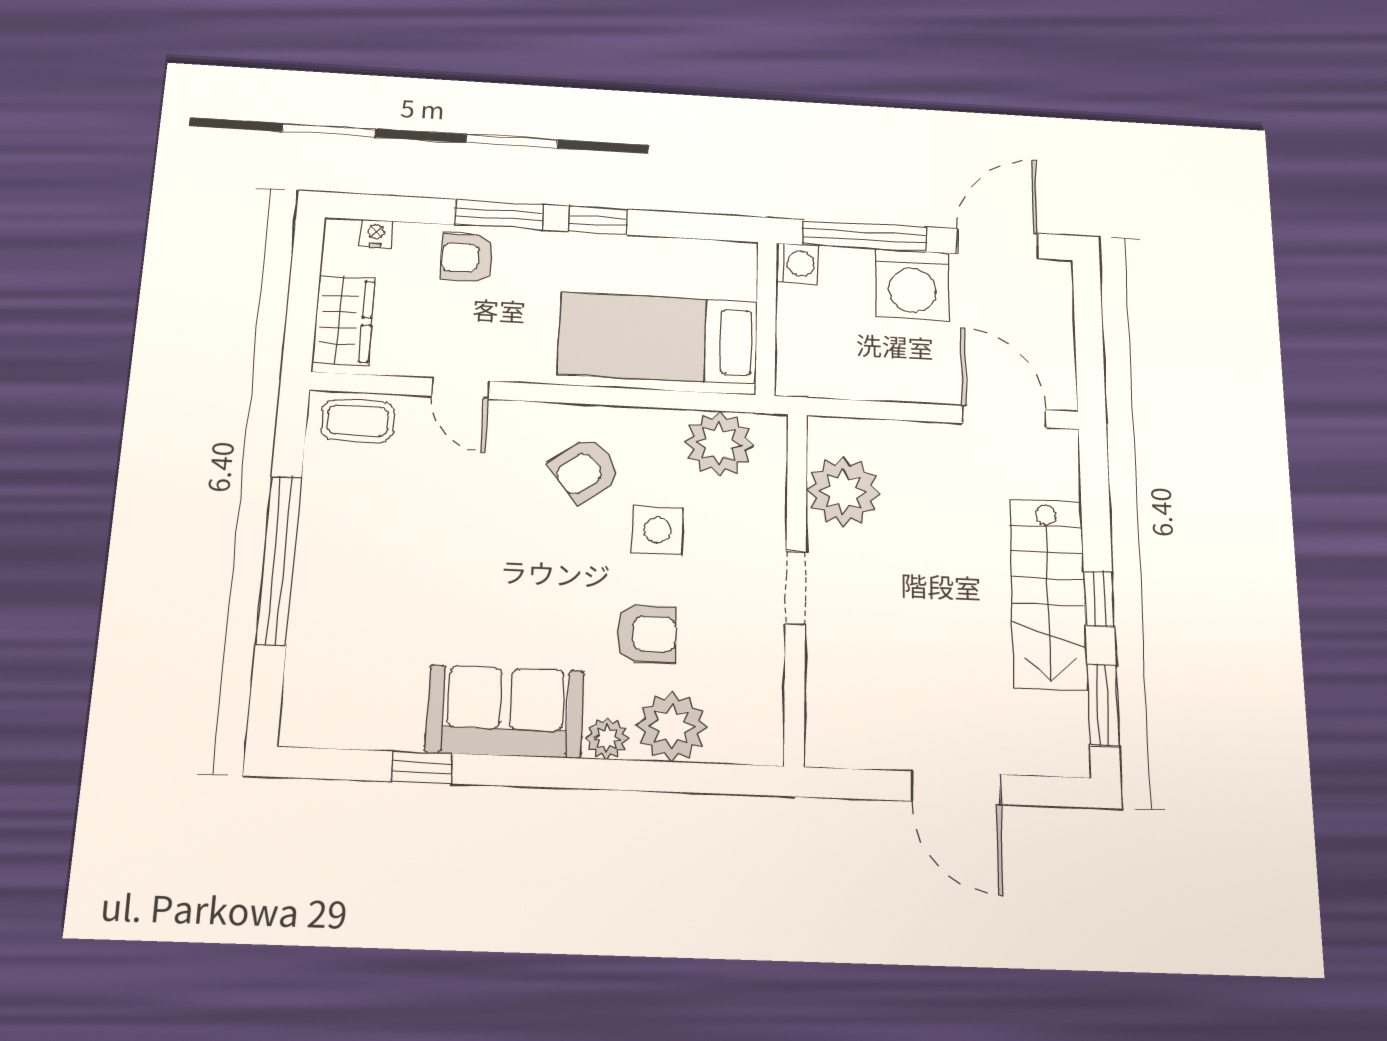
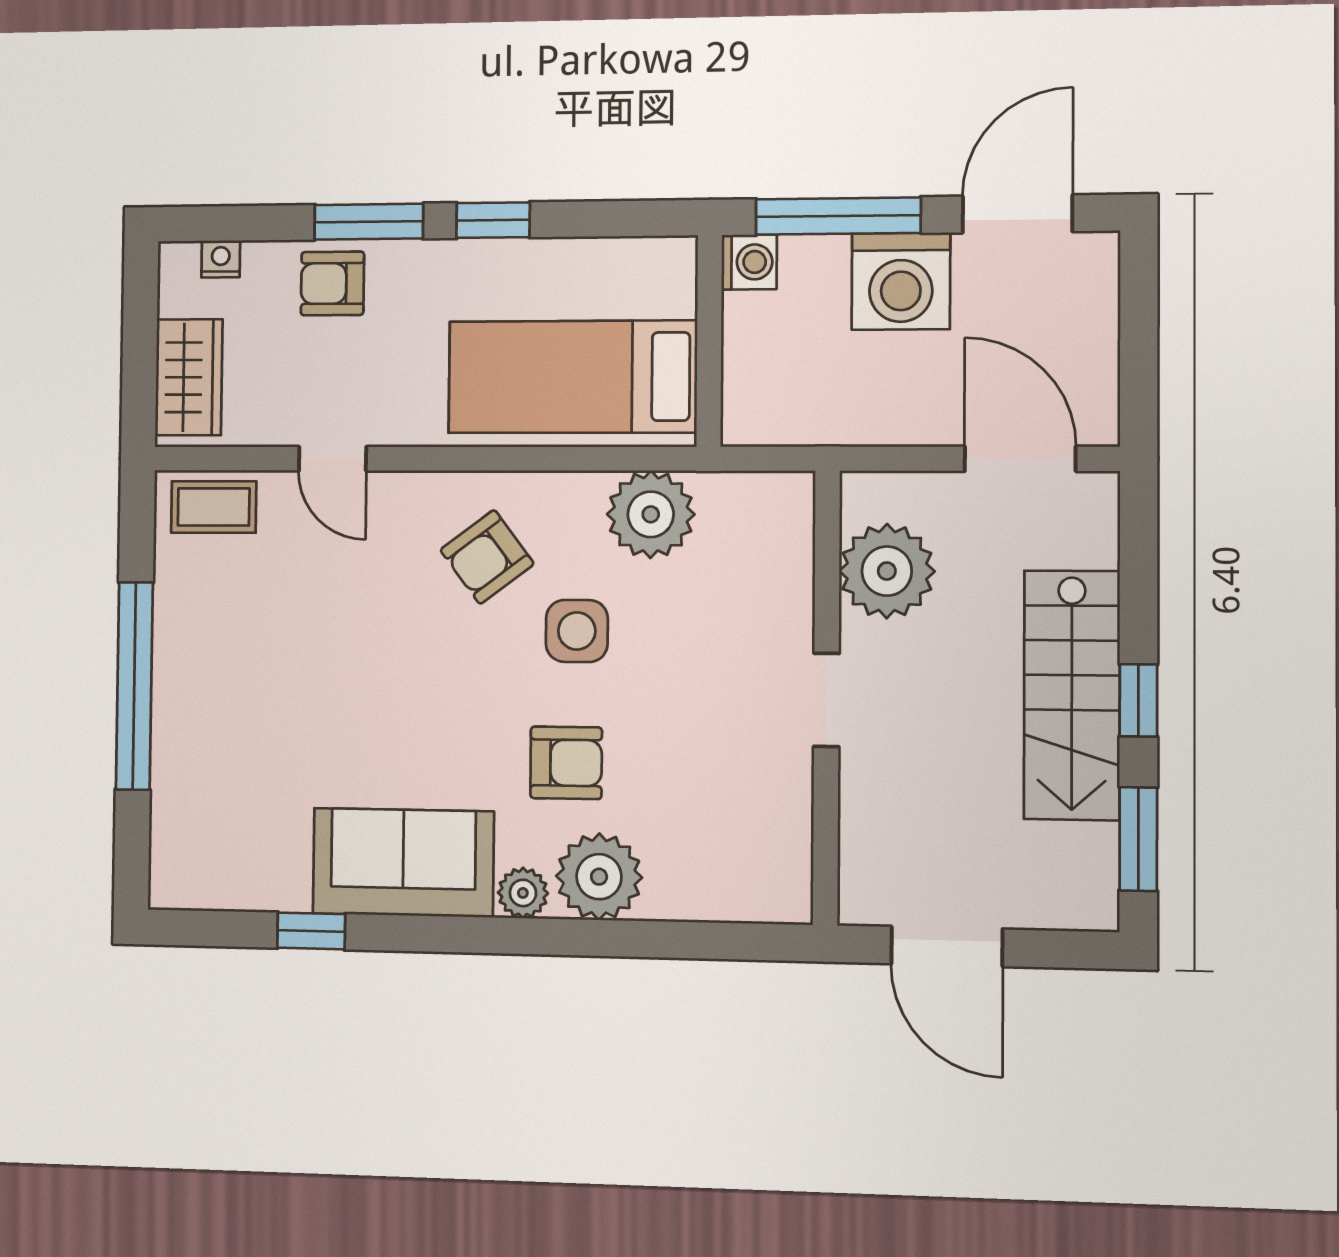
plant: (843, 492) -> (887, 571), moved
wall: (796, 586) -> (826, 697), moved
doorway: (796, 588) -> (826, 700), moved

